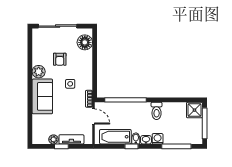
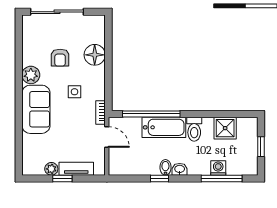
floor lamp: (85, 42) -> (95, 55), moved
shower: (194, 110) -> (225, 128), moved
window: (205, 123) -> (261, 147), width x0.46
bathtub: (115, 137) -> (164, 127), moved, turned 180
washing machine: (158, 139) -> (218, 168), moved

